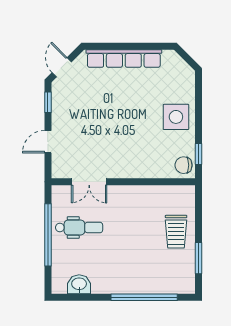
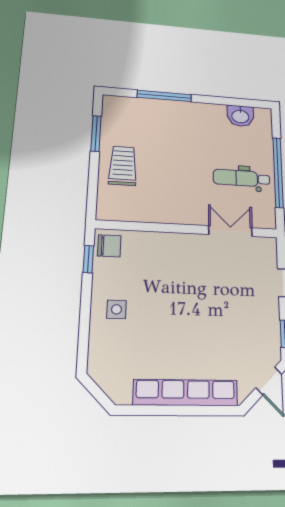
side table: (176, 117) -> (116, 309), width x0.54, depth x0.54
window: (144, 297) -> (164, 96), width x0.68

